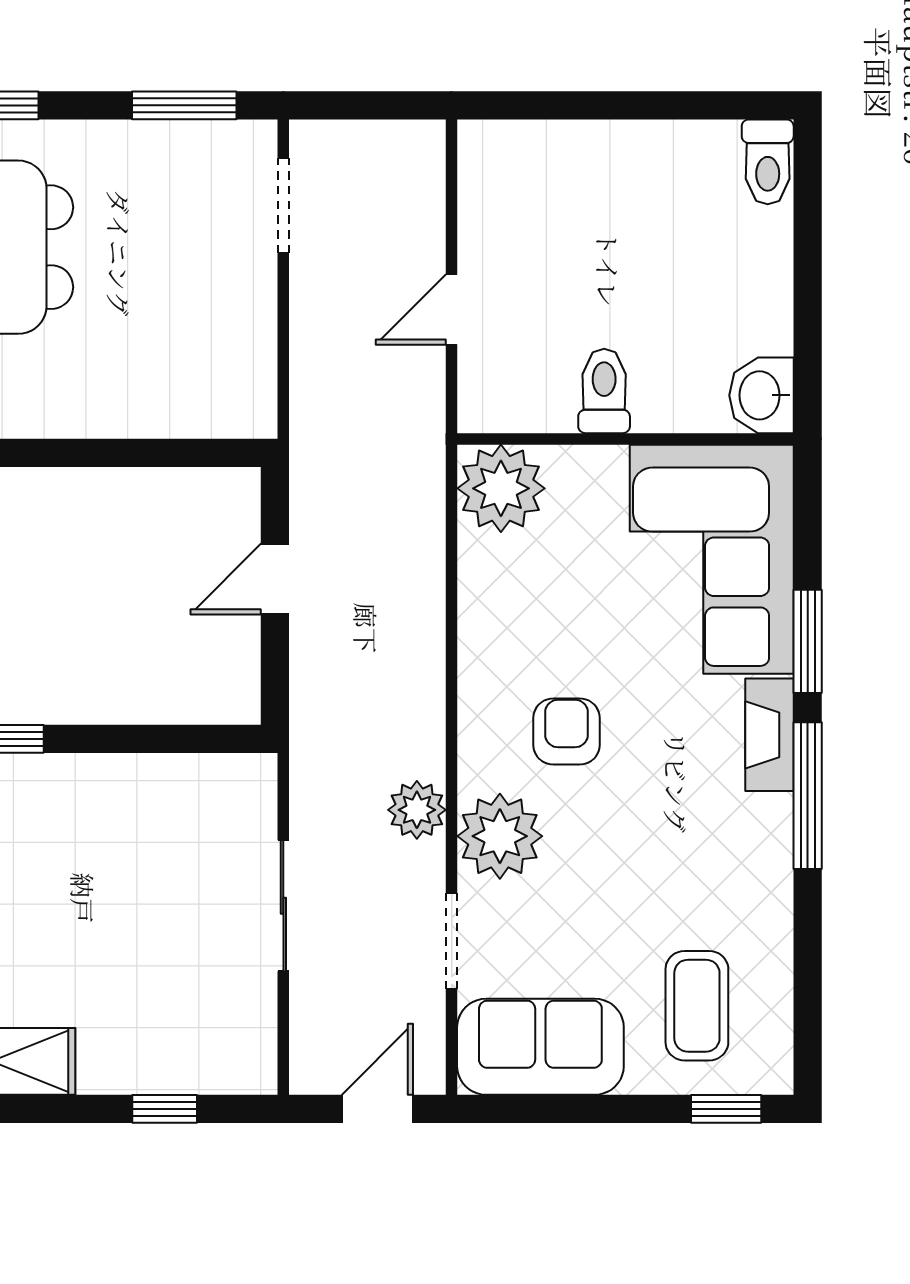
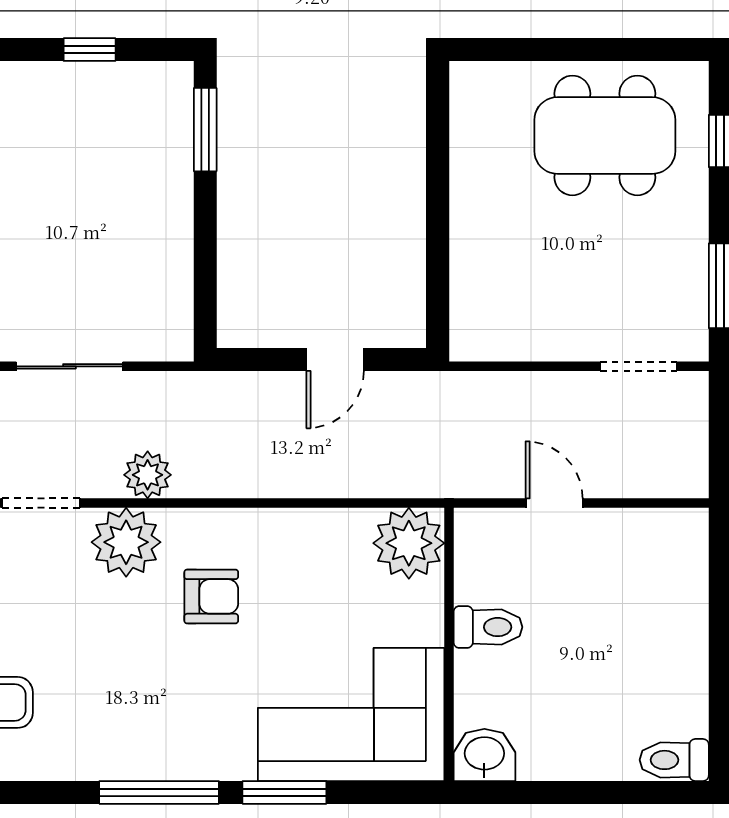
door: (275, 579) -> (335, 359), swing flipped
fireplace: (769, 735) -> (208, 761), removed

